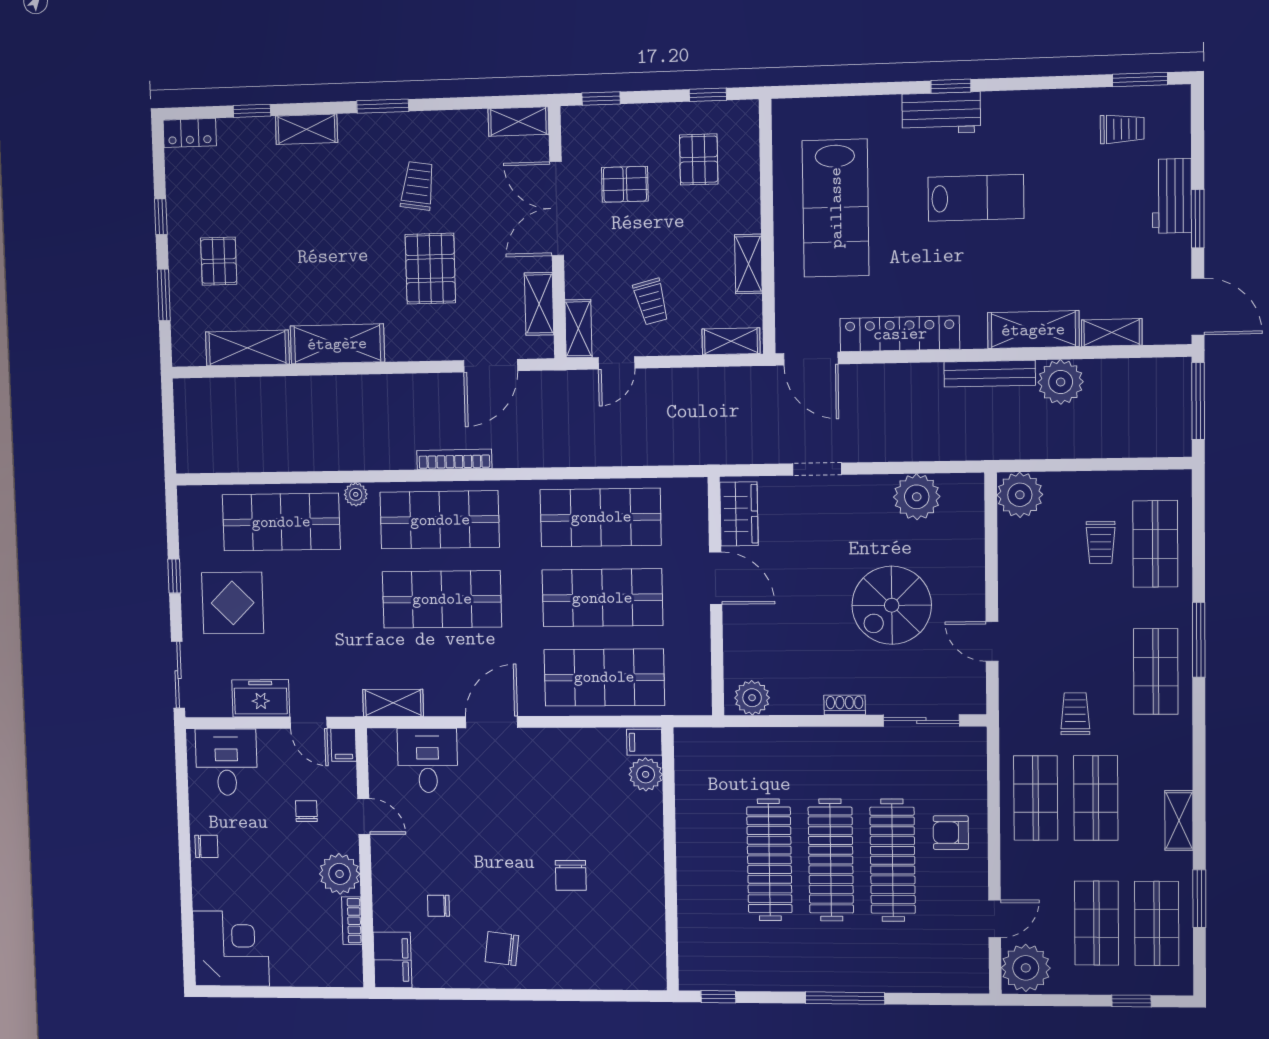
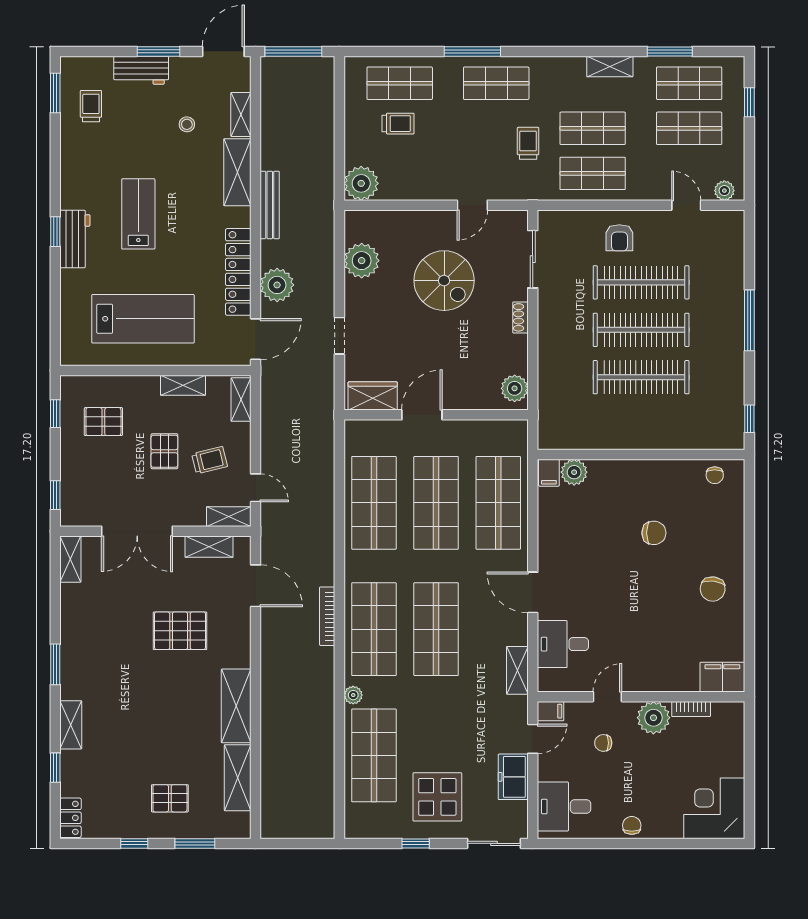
pallet: (625, 184) -> (164, 451), moved
trolley: (418, 186) -> (117, 639), removed
stool: (1098, 260) -> (187, 124), added
plant: (1061, 382) -> (277, 285), moved
trolley: (1075, 714) -> (528, 143), turned 90
chair: (439, 906) -> (715, 475), moved
plant: (1026, 968) -> (724, 191), width x0.53, depth x0.53

